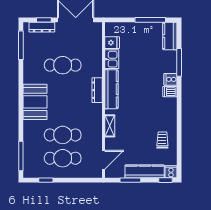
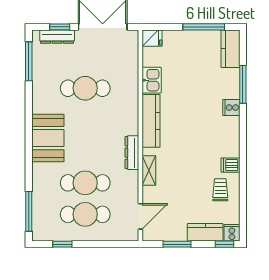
fridge: (112, 43) -> (152, 38), moved
dresser: (97, 90) -> (132, 153), moved
dishwasher: (170, 92) -> (230, 165), moved
kitchen counter: (145, 171) -> (205, 232), width x0.67

